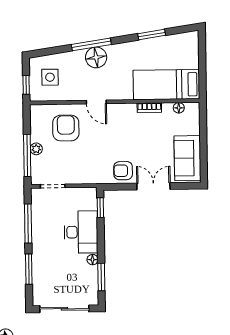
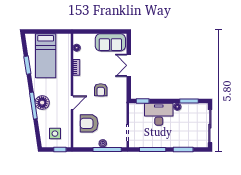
bed: (166, 85) -> (46, 56), moved
armchair: (123, 171) -> (101, 90), moved

